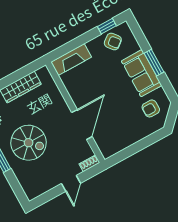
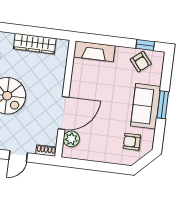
plant: (102, 140) -> (71, 139), added

